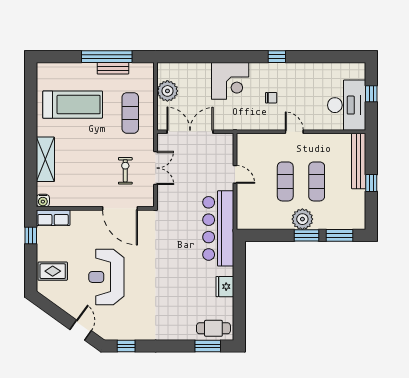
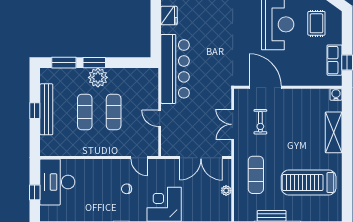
plant: (167, 91) -> (226, 191), width x0.53, depth x0.53
door: (294, 132) -> (139, 158), moved
bench: (359, 161) -> (46, 109), moved
row of seats: (53, 218) -> (335, 60), moved, turned -90
rug: (53, 271) -> (316, 23), moved, turned 90

